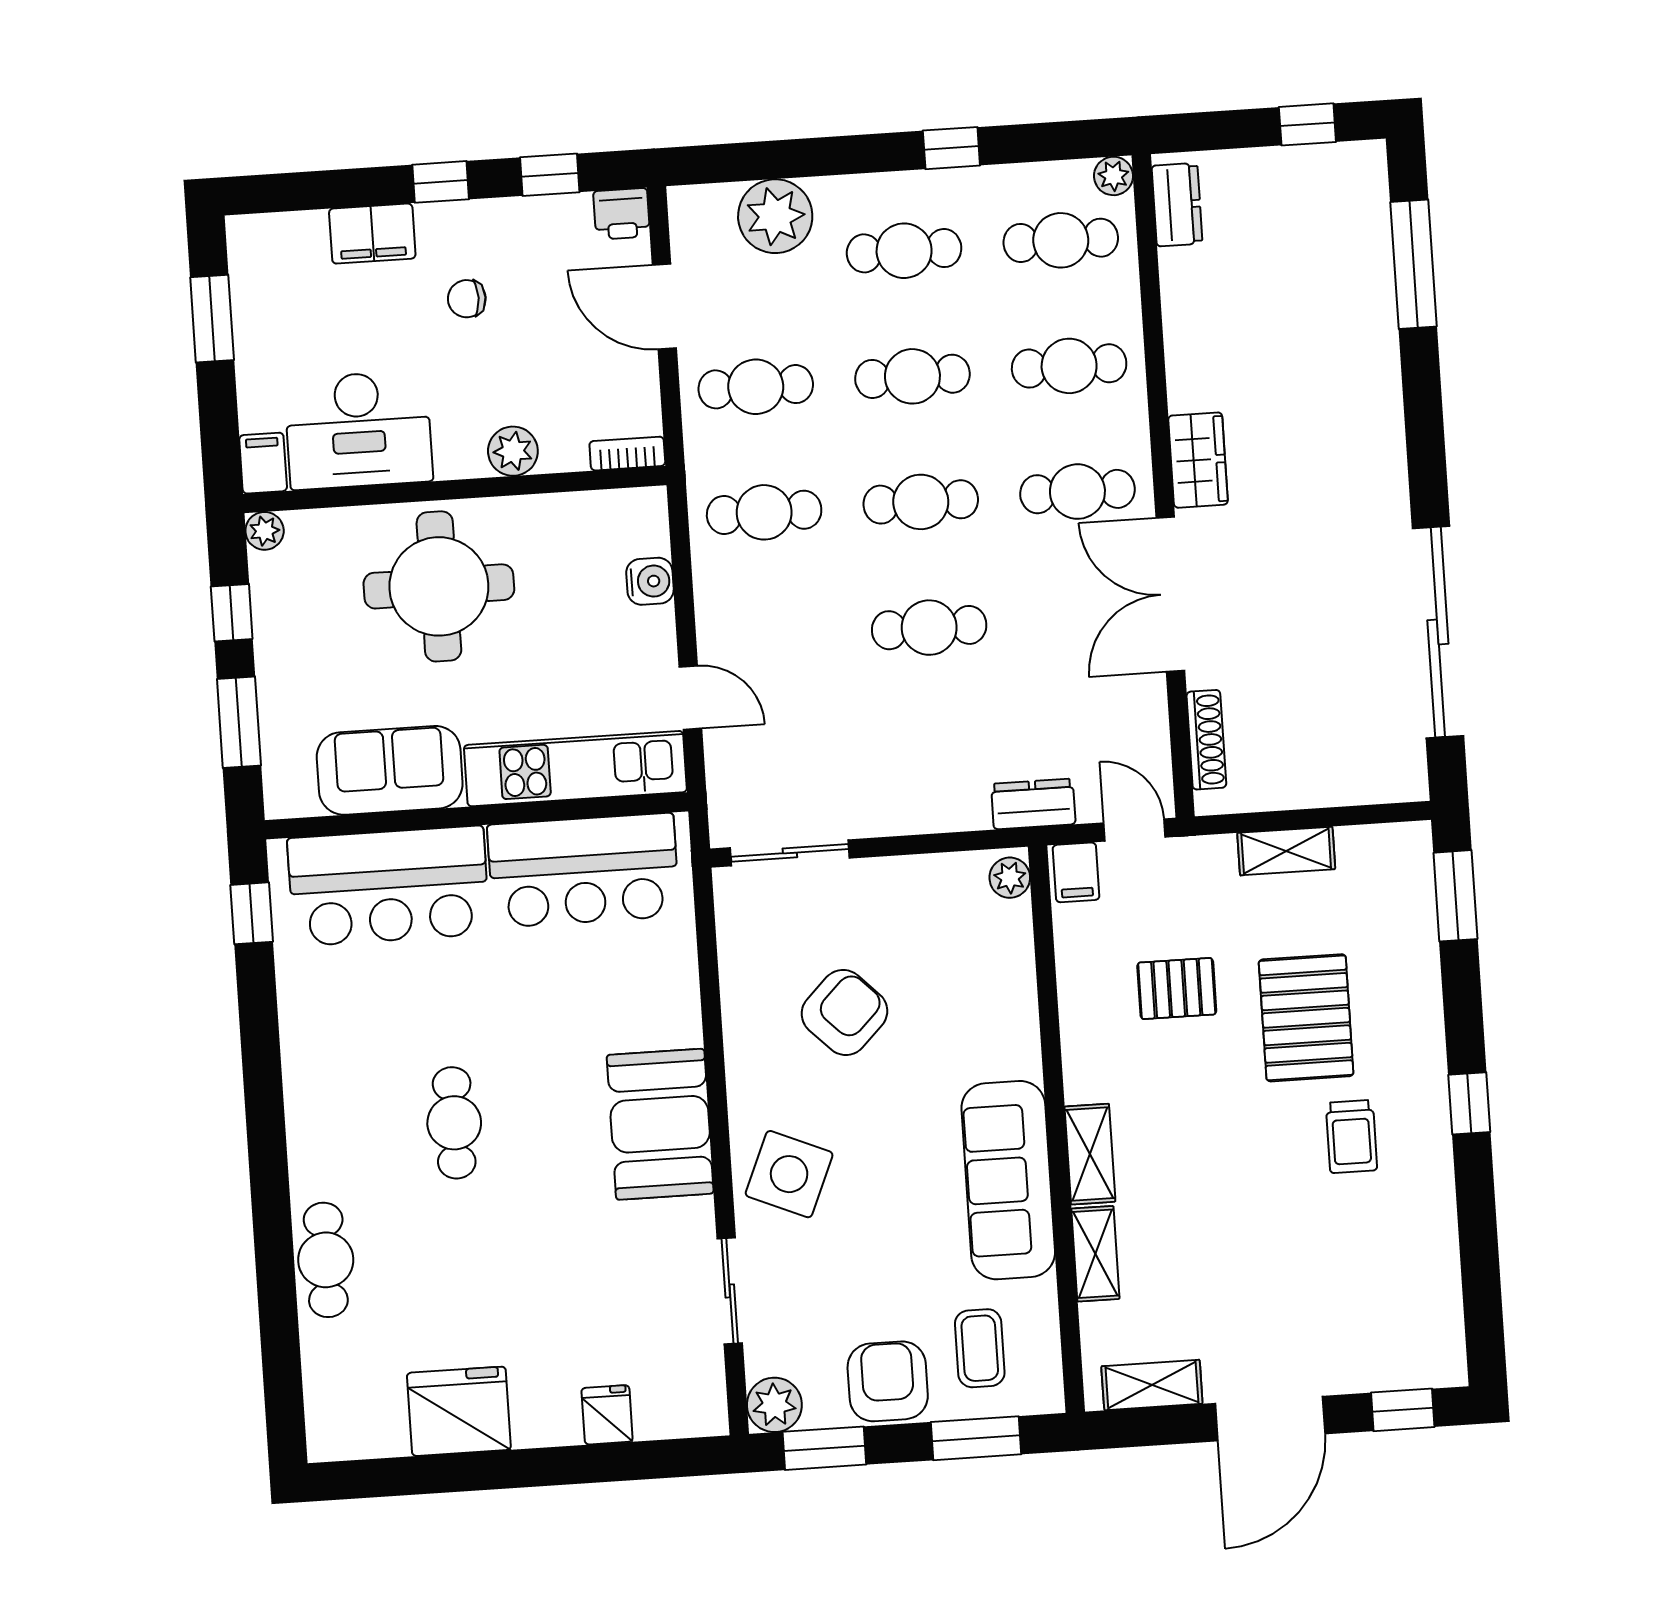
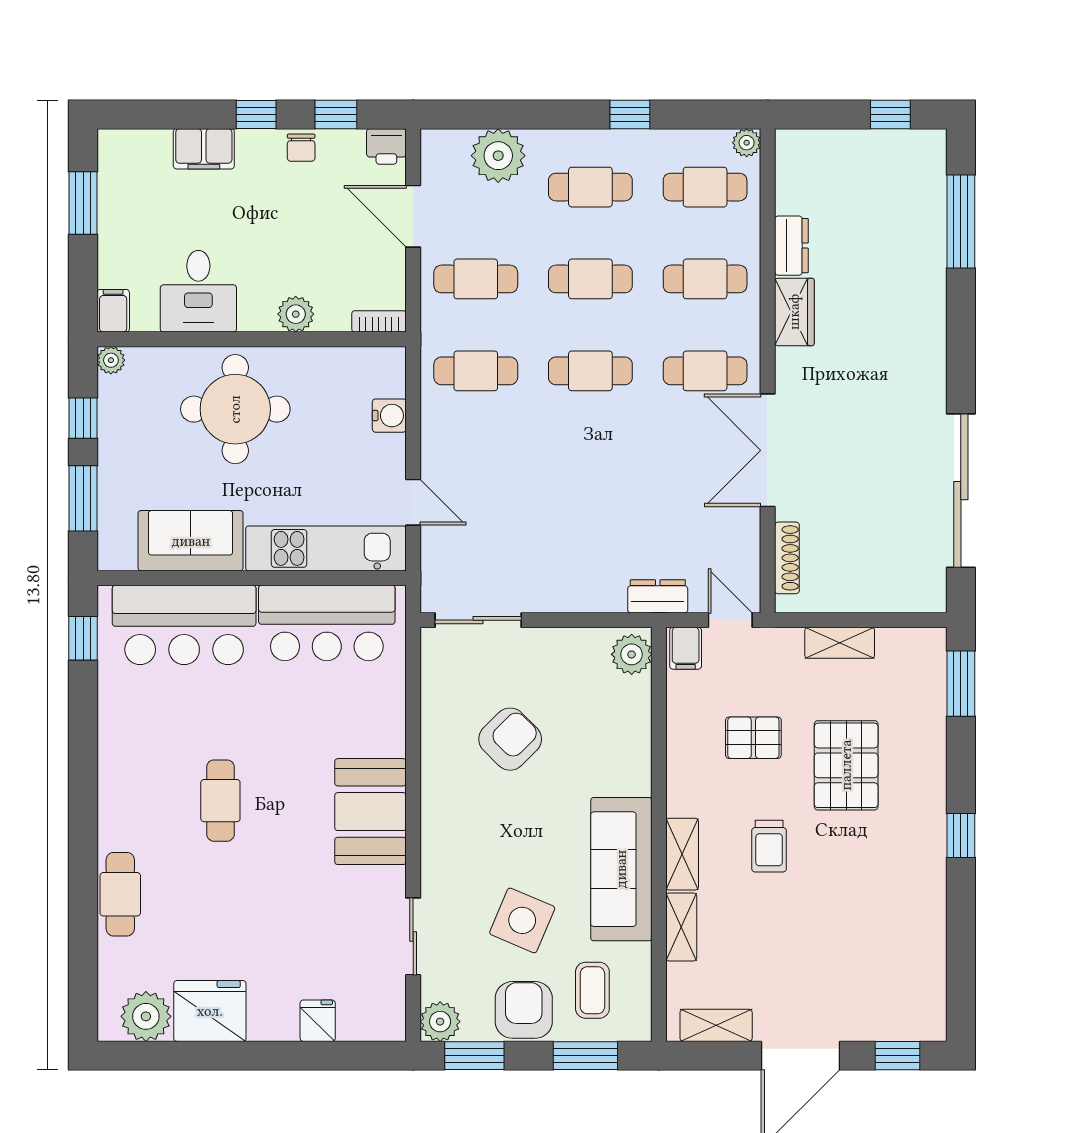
dresser: (1177, 205) -> (791, 246), moved
chair: (467, 299) -> (301, 148), moved, turned -90
desk: (358, 430) -> (198, 291), width x0.73
wardrobe: (1198, 460) -> (794, 312), moved
cafe table: (929, 628) -> (590, 463), removed
plant: (1010, 878) -> (632, 654), width x1.38, depth x1.38
trolley: (1351, 1137) -> (769, 846), moved
side table: (789, 1174) -> (522, 920), moved
plant: (372, 1425) -> (146, 1016), added

